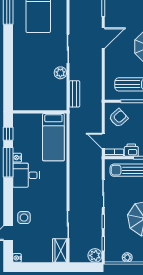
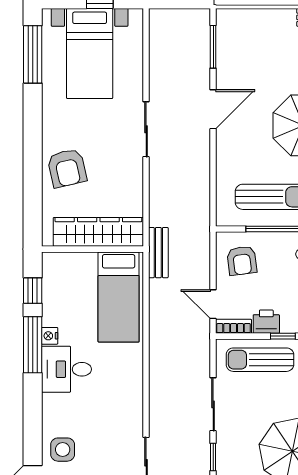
armchair: (26, 69) -> (67, 168), added
plant: (60, 73) -> (132, 175), removed
bench: (74, 94) -> (158, 253), moved
wardrobe: (43, 103) -> (98, 232), added
armchair: (118, 118) -> (242, 261), turned 125

